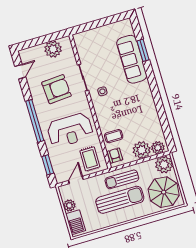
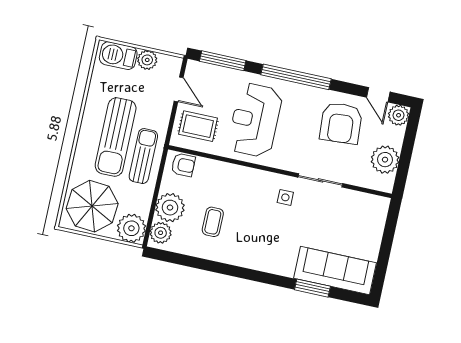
plant: (25, 55) -> (399, 115), added
sofa: (132, 59) -> (335, 271), moved
armchair: (56, 89) -> (341, 123), moved
coffee table: (114, 136) -> (213, 222), moved
window: (48, 165) -> (223, 61), width x1.44

